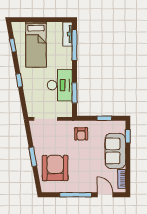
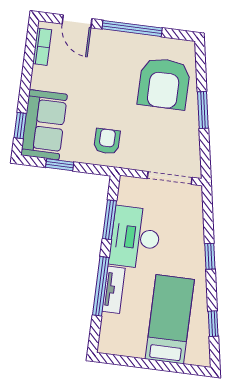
tv unit: (68, 34) -> (114, 290), moved
window: (74, 45) -> (101, 286), moved
sofa: (115, 151) -> (44, 125), moved

